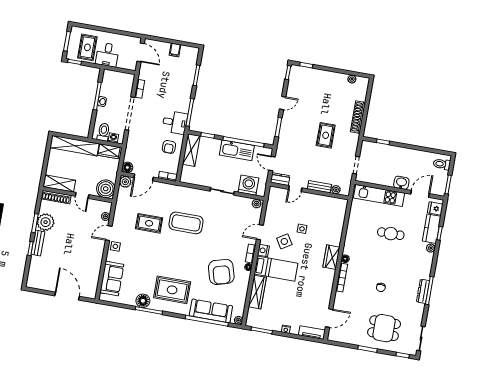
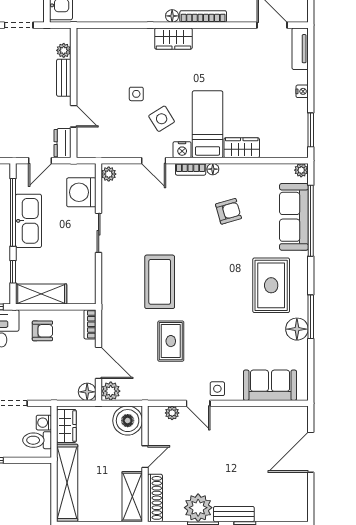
armchair: (221, 272) -> (228, 211), width x0.53, depth x0.53
wardrobe: (257, 292) -> (242, 148), width x0.67

